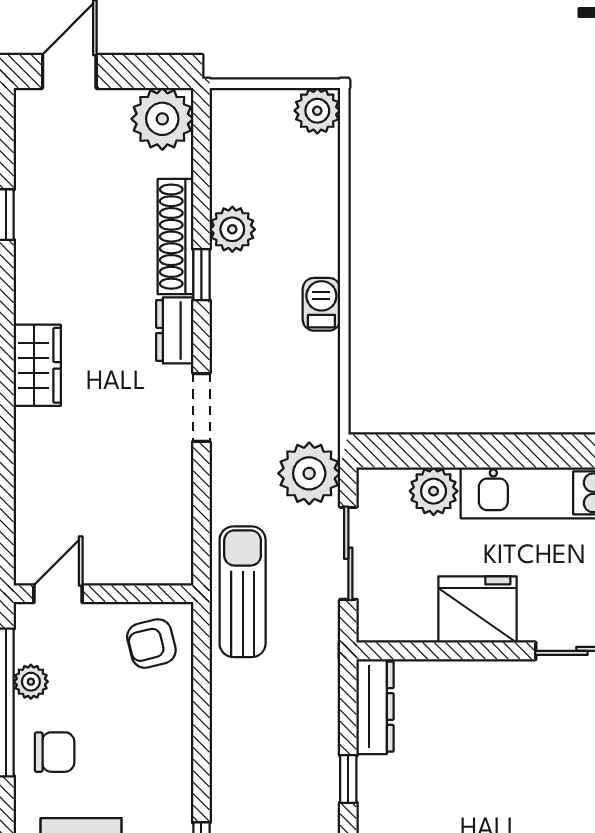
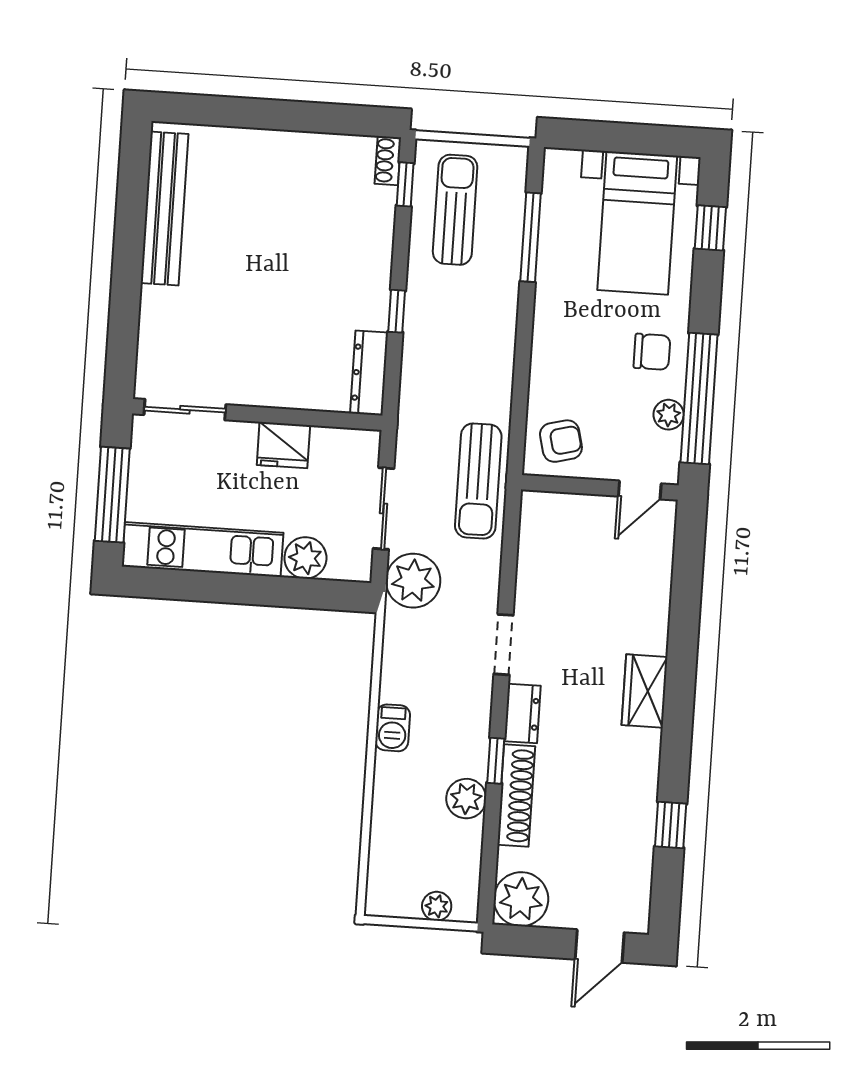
plant: (317, 111) -> (437, 906), moved, width x0.73, depth x0.73
fridge: (478, 609) -> (283, 445), width x0.73, depth x0.75
chair: (55, 752) -> (652, 352), turned 180

